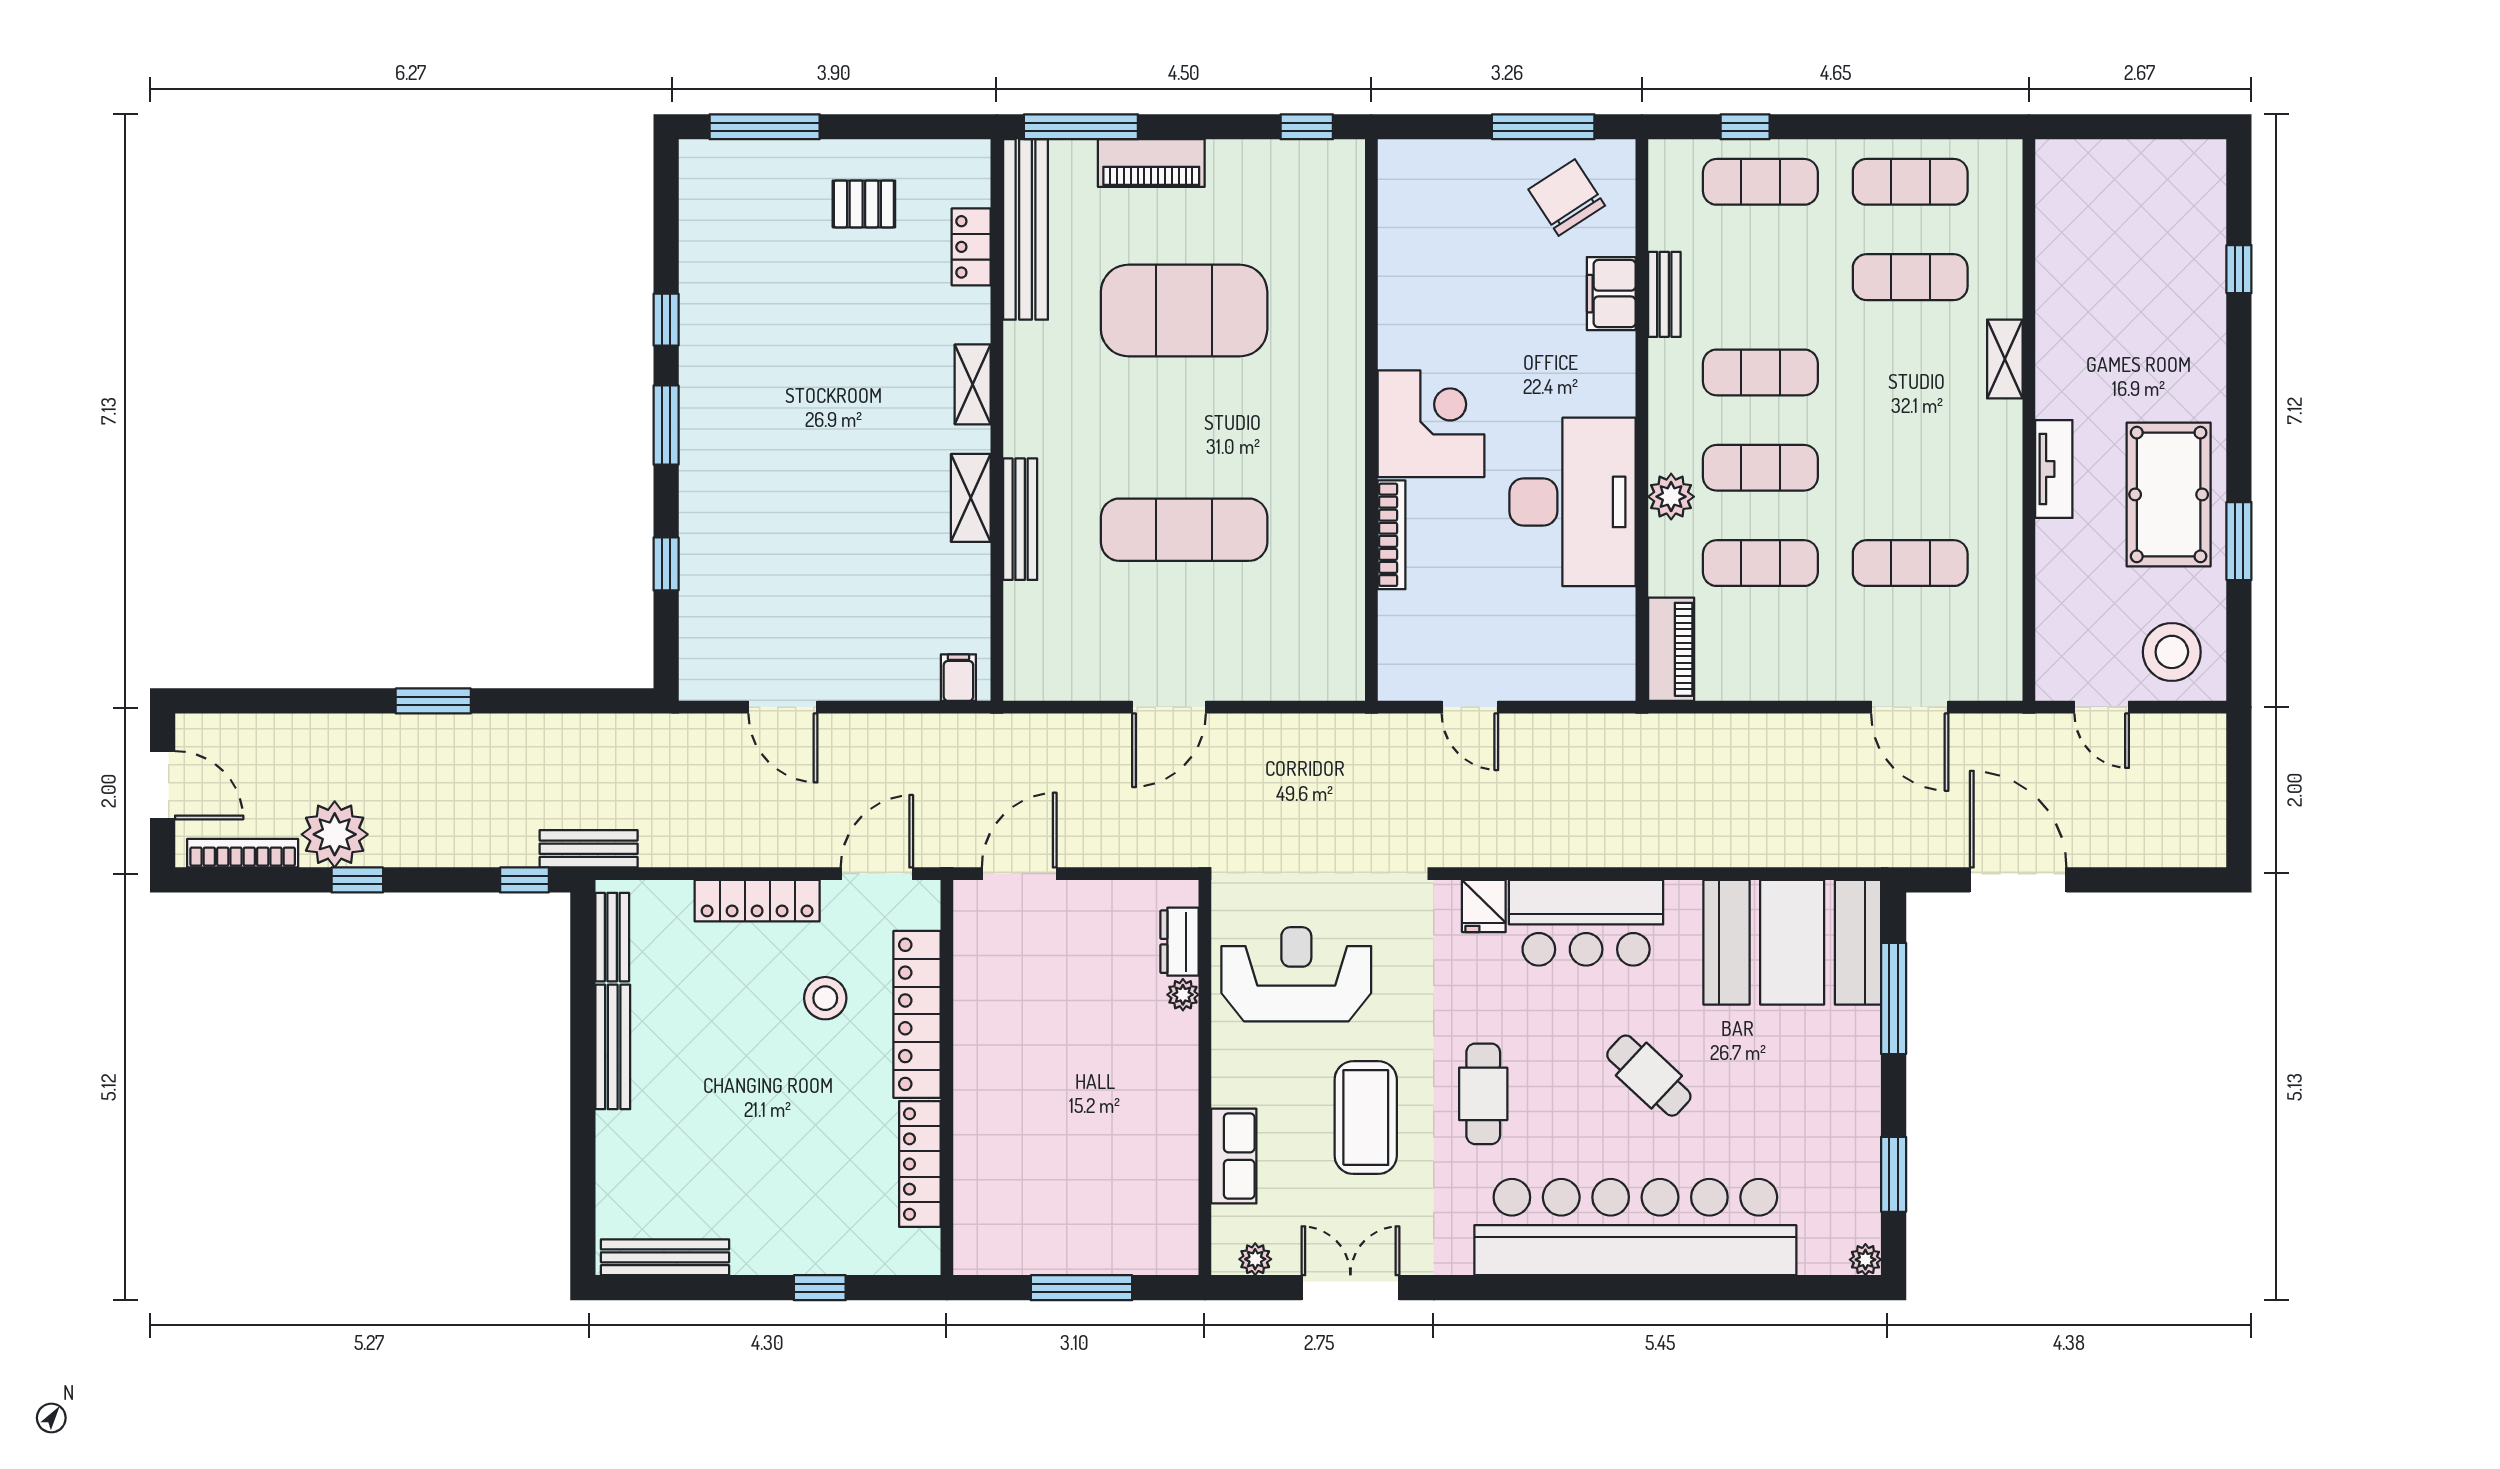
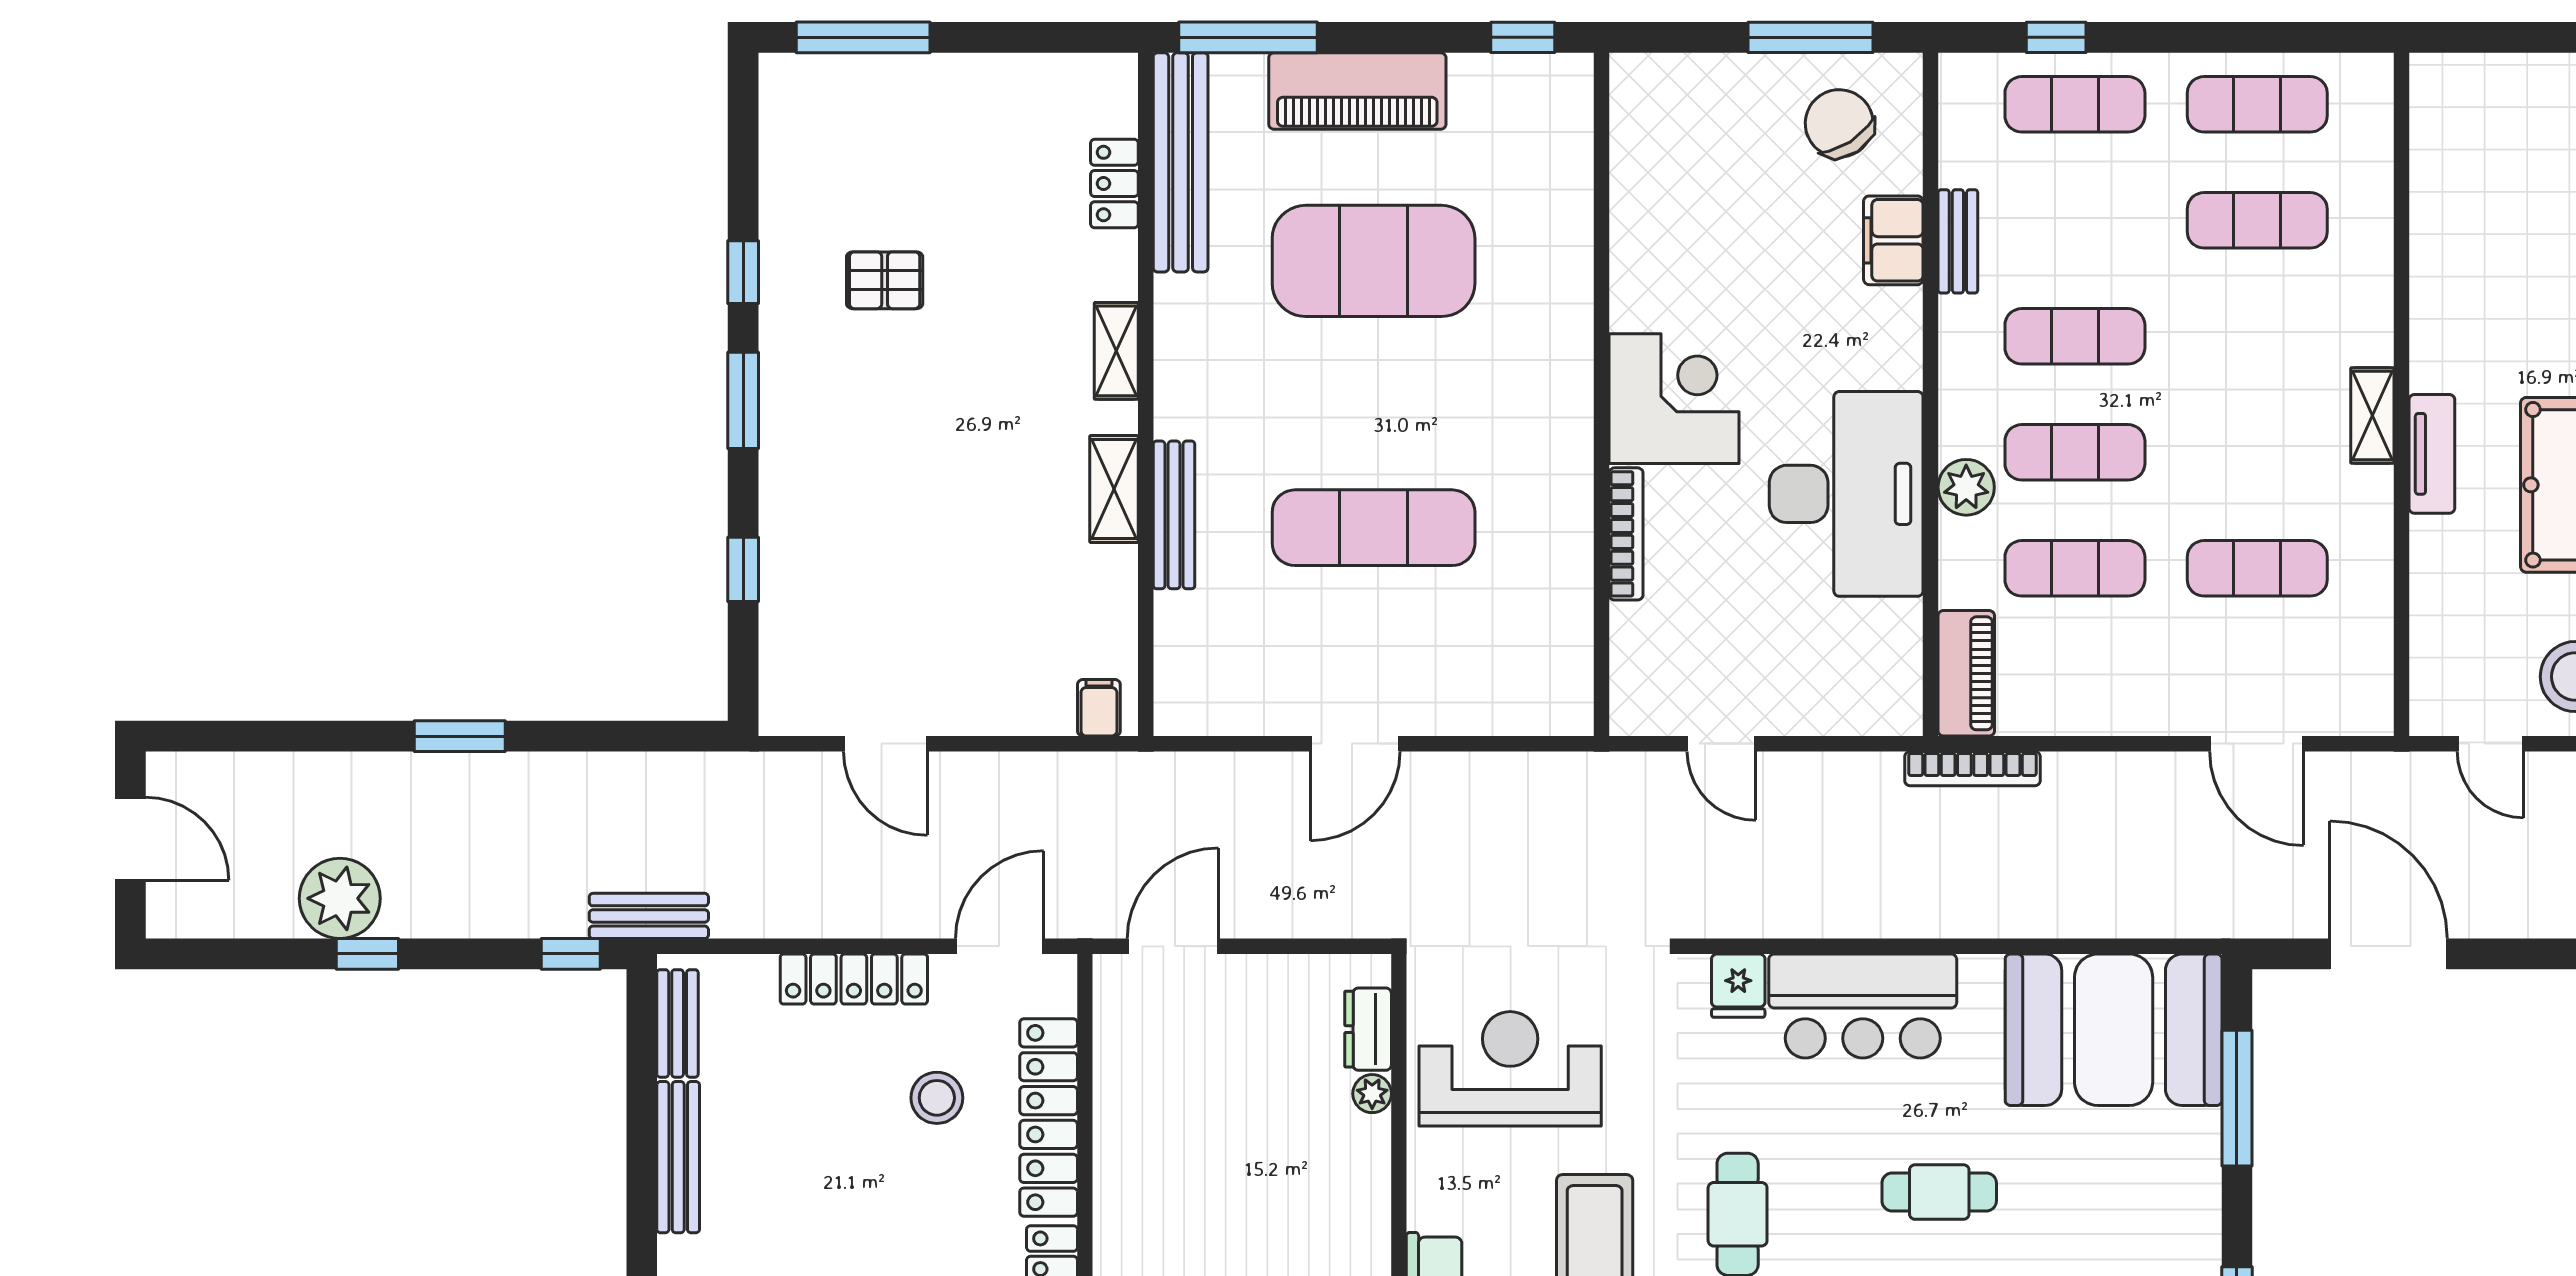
piano: (1151, 163) -> (1357, 91), width x1.37, depth x1.33
pallet: (864, 204) -> (885, 280), moved
shelving: (2005, 359) -> (2372, 416), moved
bookcase: (243, 853) -> (1972, 769), moved, turned 180
cafe table: (1649, 1076) -> (1939, 1192), turned -43

